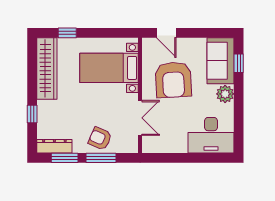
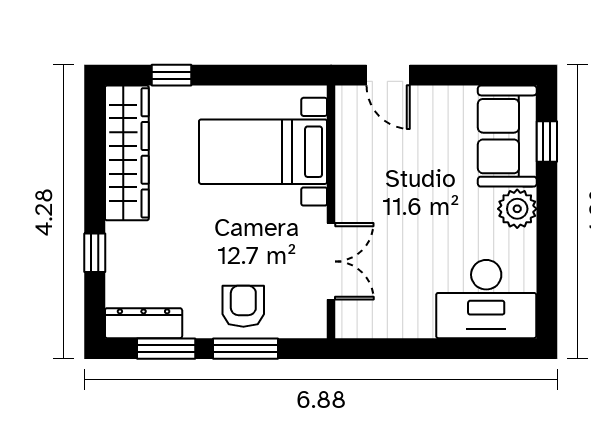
armchair: (173, 80) -> (404, 178), removed
armchair: (100, 139) -> (243, 306), turned 66

